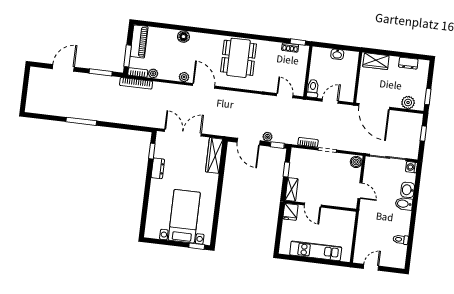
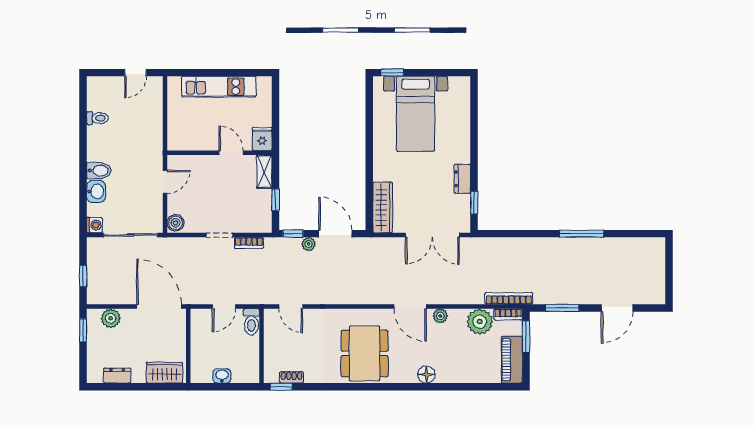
floor lamp: (183, 37) -> (426, 375), moved
plant: (153, 74) -> (480, 322), width x1.87, depth x1.87
door: (360, 191) -> (165, 182), swing flipped

